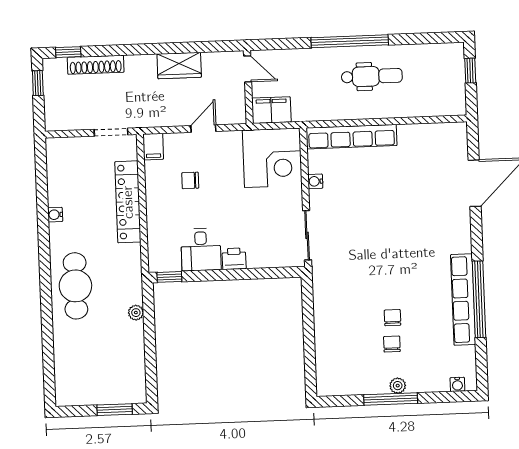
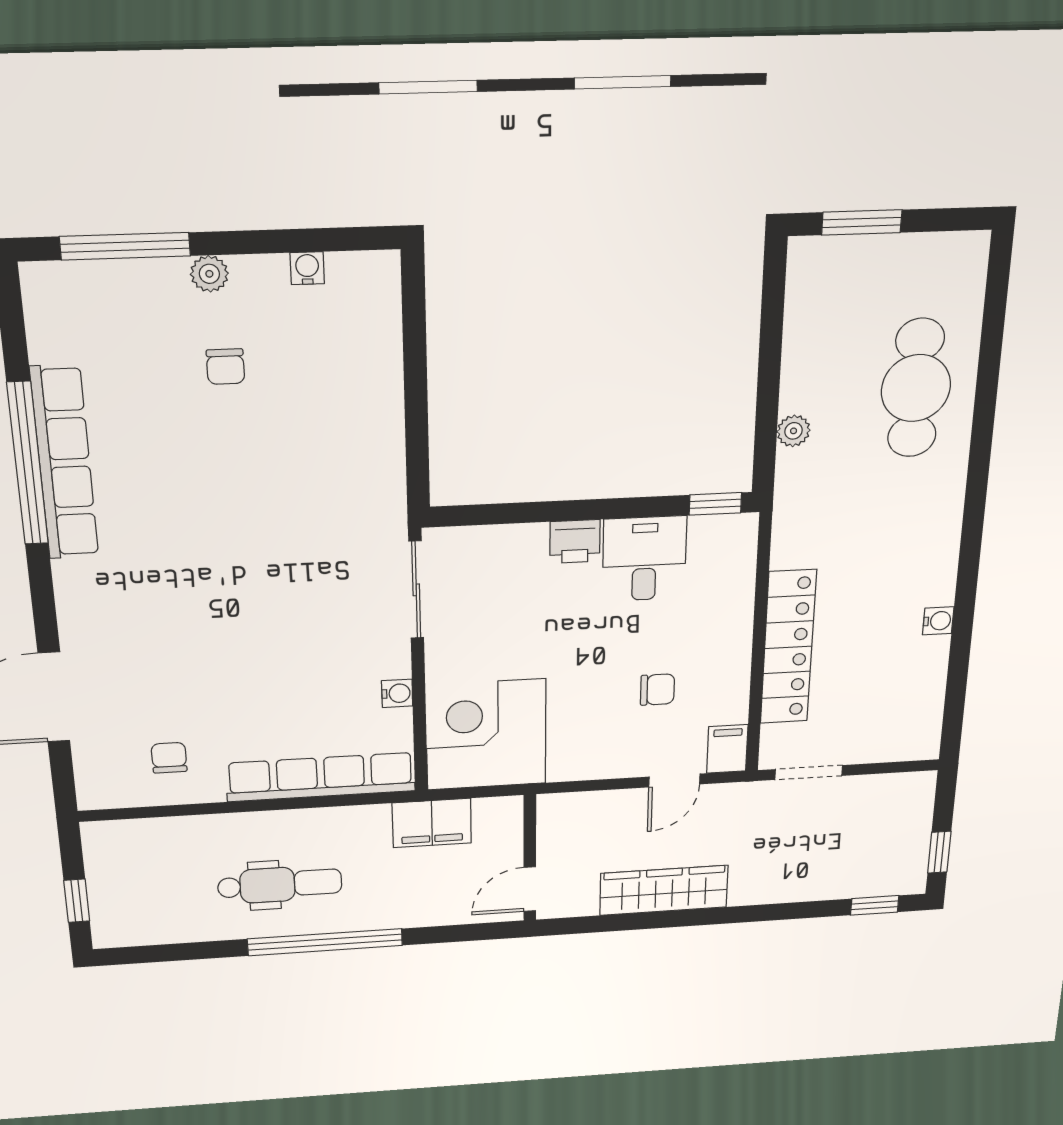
shoe rack: (96, 65) -> (825, 886), removed
wardrobe: (179, 66) -> (664, 890), width x1.50
door: (248, 69) -> (530, 889), hinge flipped
dental chair: (372, 76) -> (280, 884), turned 180
filing cabinet: (271, 110) -> (432, 823), moved
door: (203, 129) -> (674, 781), moved
cafe table: (75, 286) -> (916, 388), moved
chair: (393, 318) -> (169, 758), moved, turned 180
water cooler: (457, 384) -> (307, 268), moved
window: (391, 399) -> (125, 246), moved

